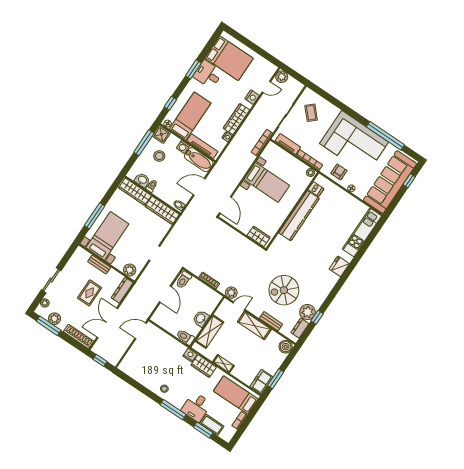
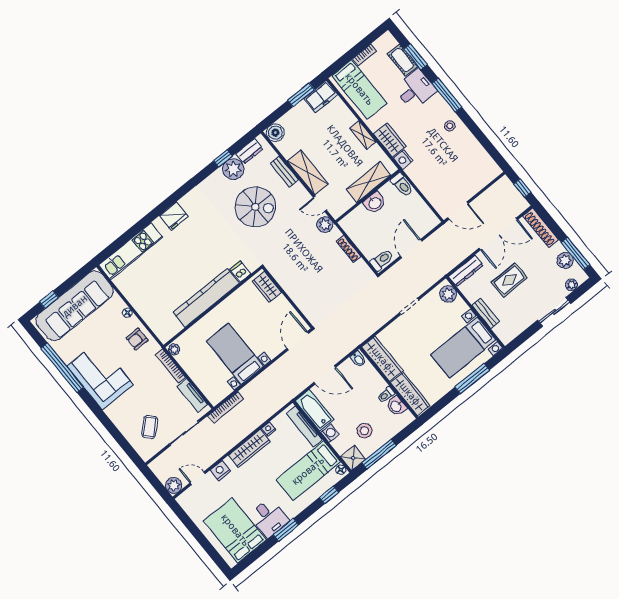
corner sofa: (354, 143) -> (100, 376), width x0.73, depth x0.74
dishwasher: (316, 189) -> (240, 272), moved

